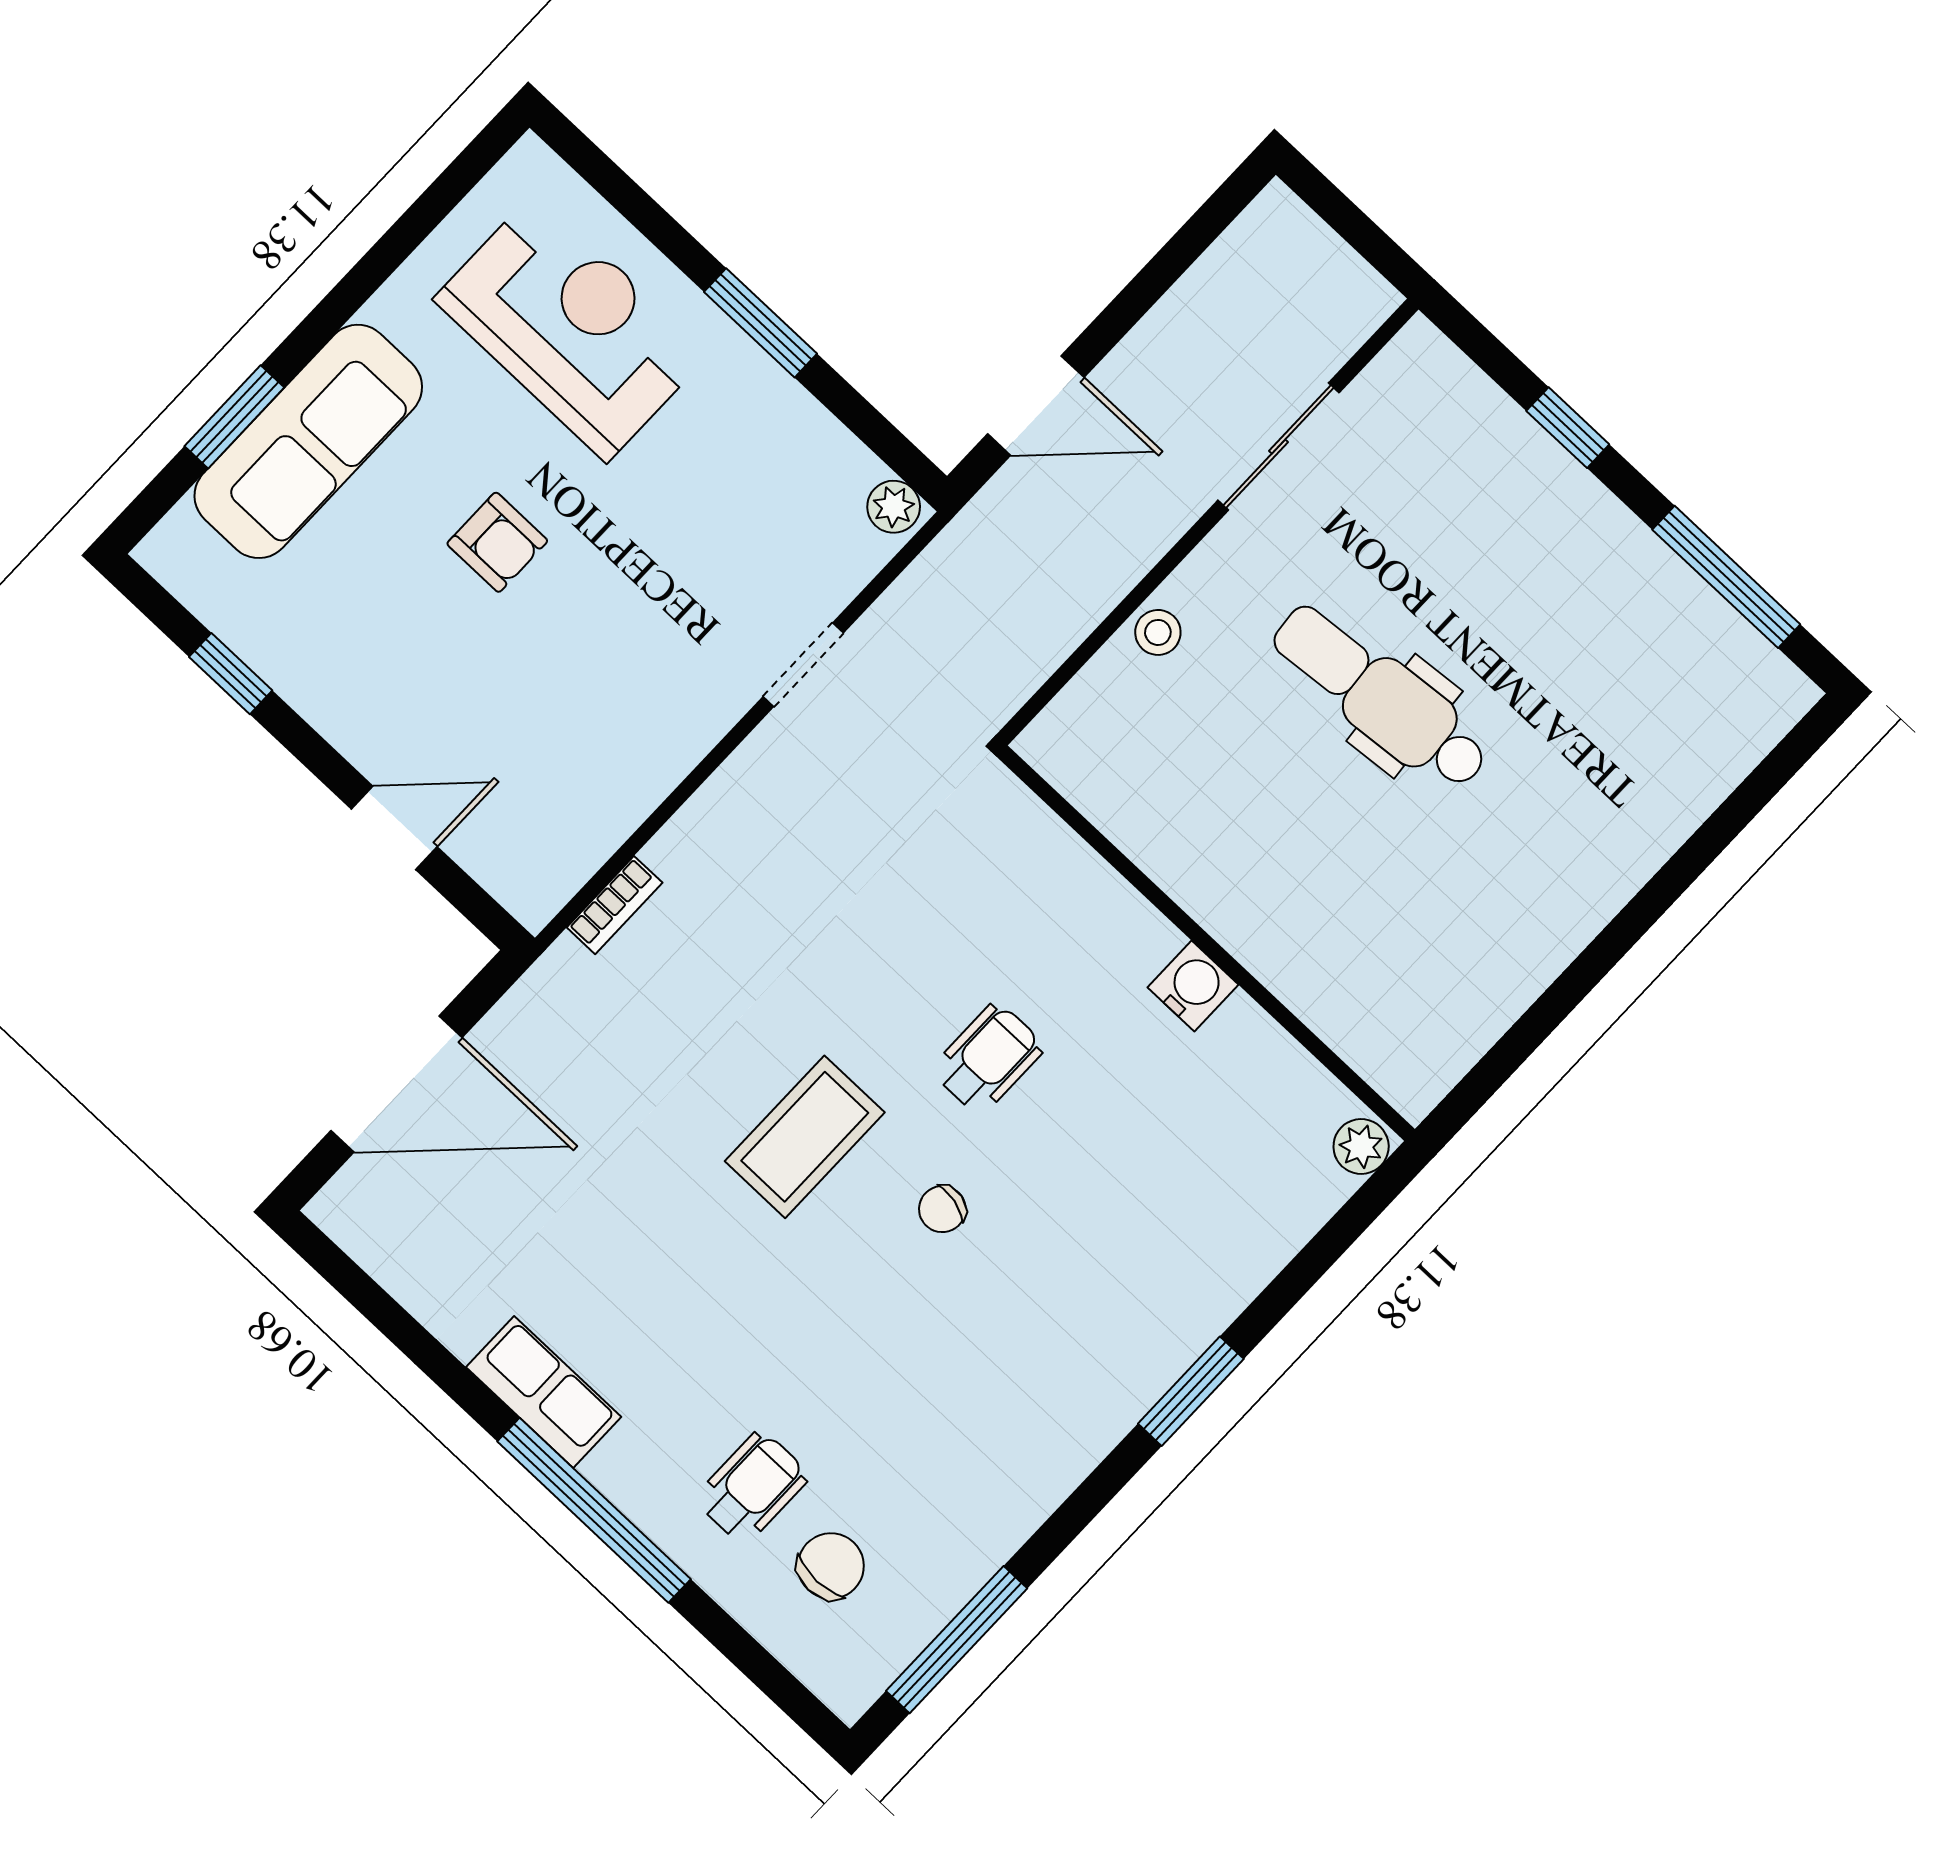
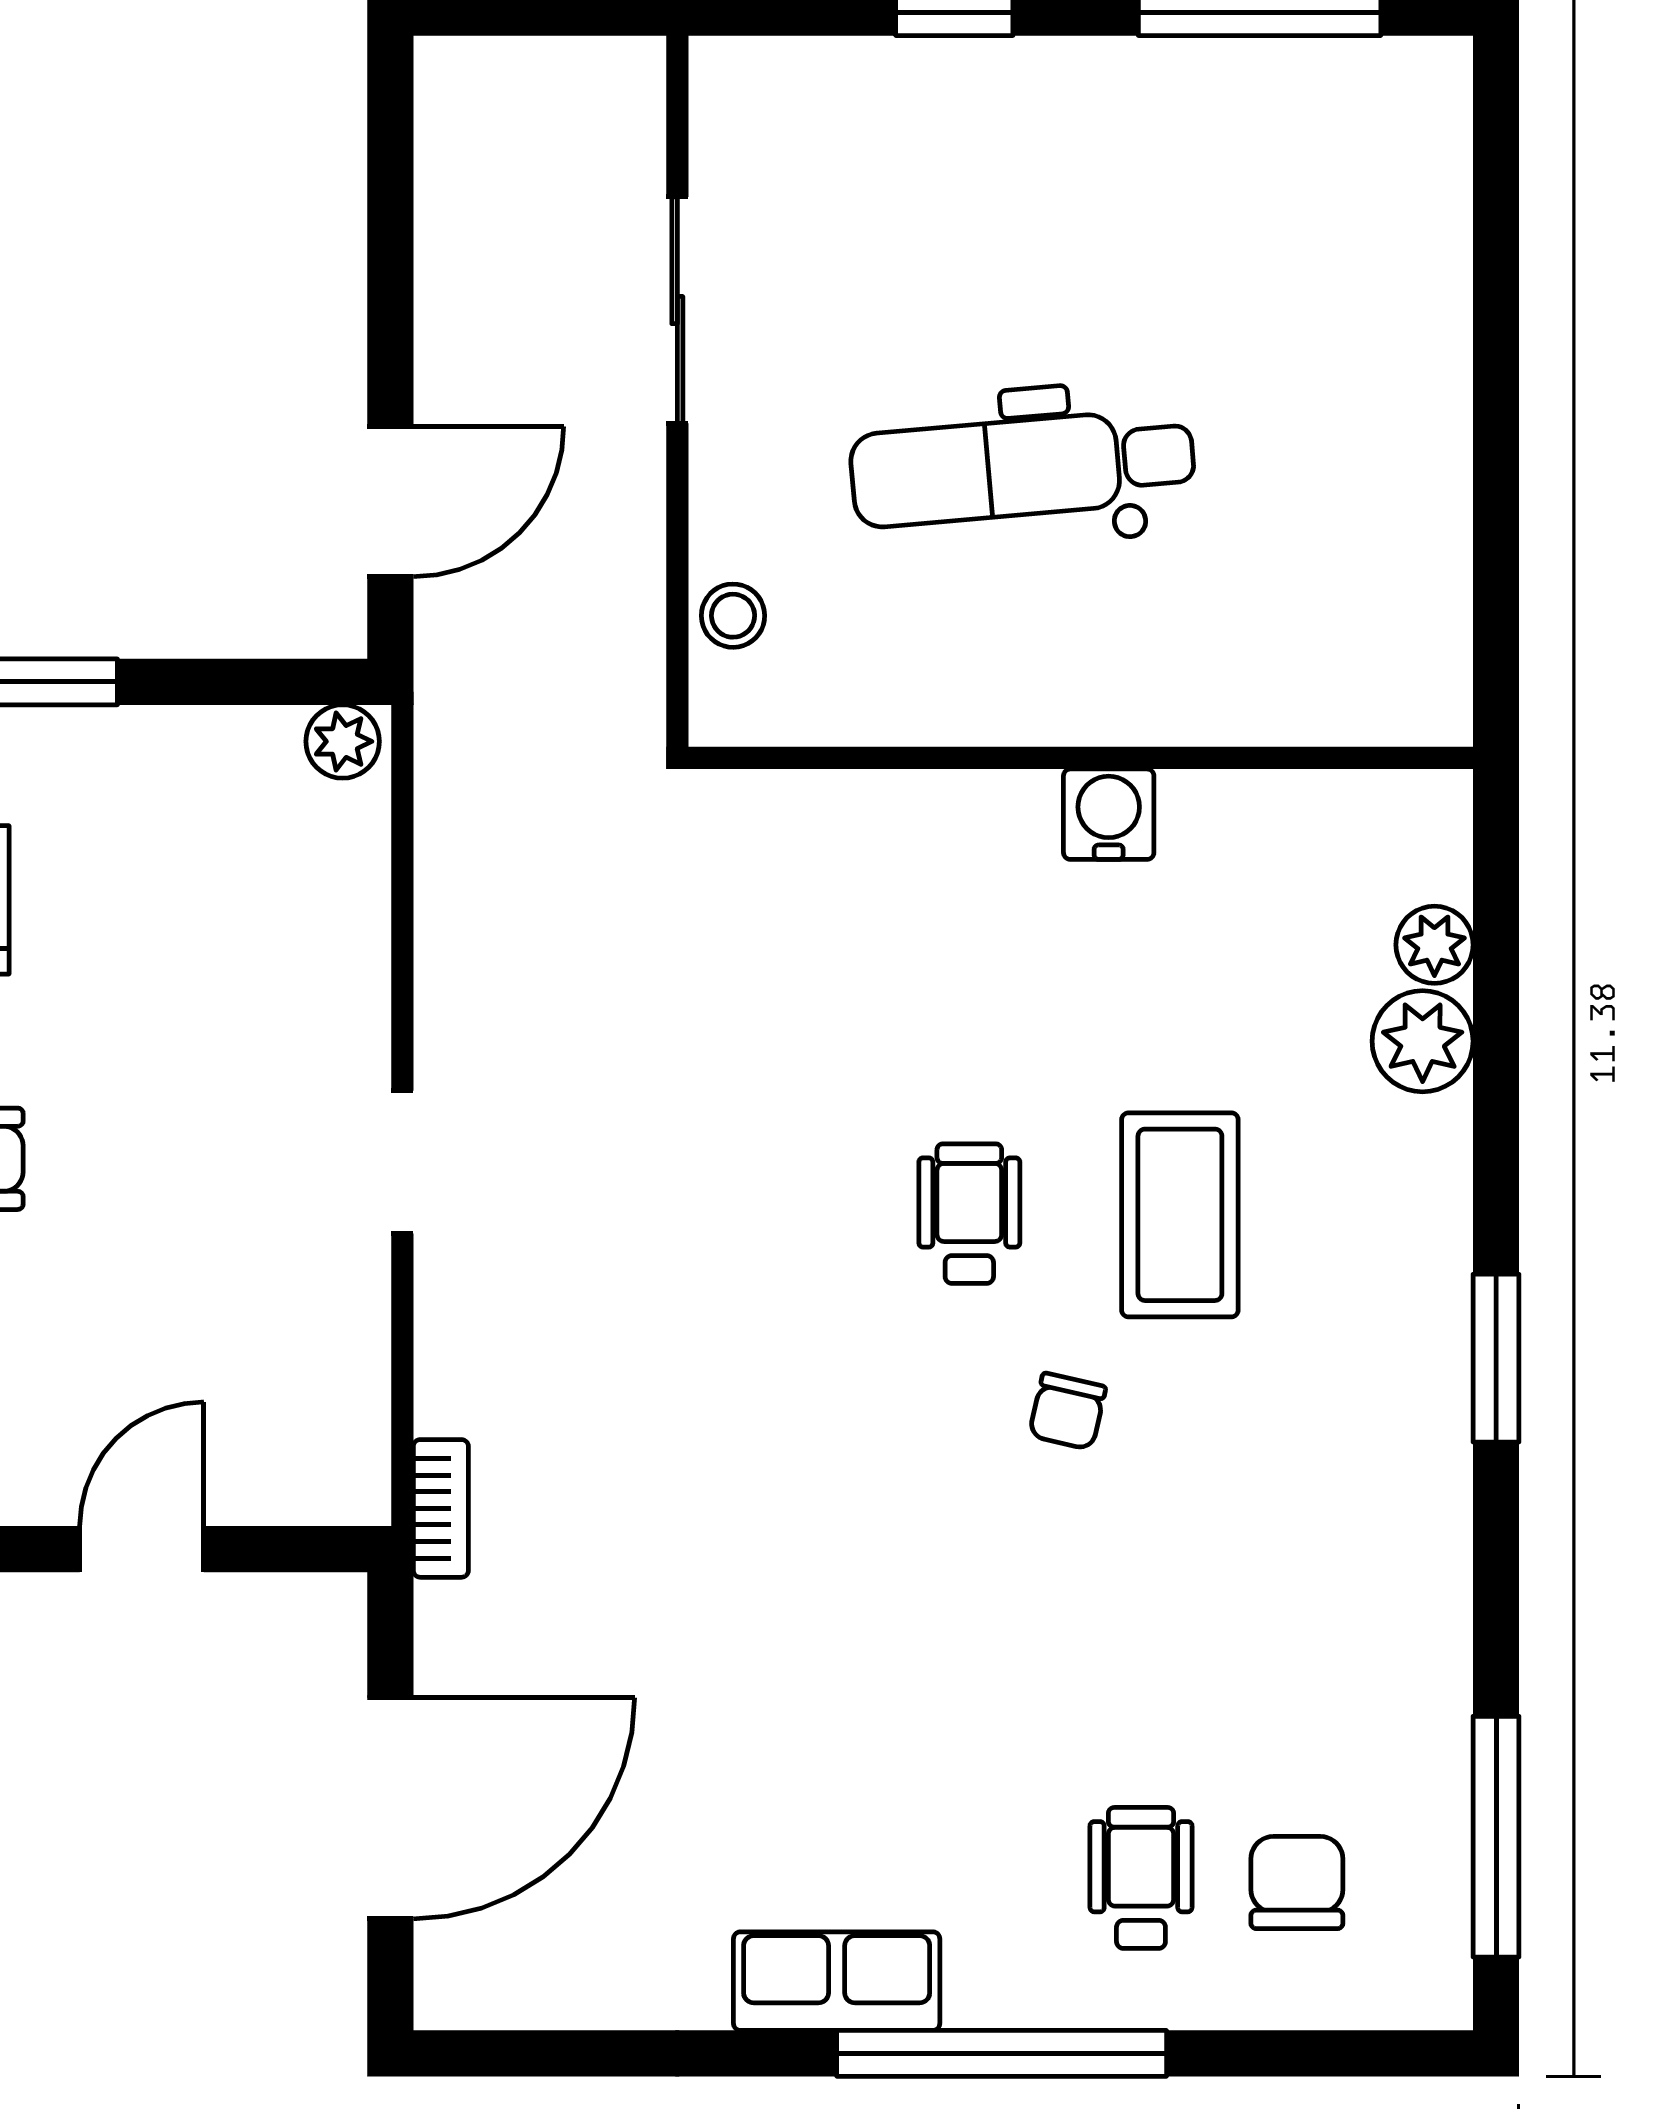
doorway: (803, 665) -> (402, 1162), moved
bookcase: (615, 905) -> (441, 1508), moved
wall: (1206, 943) -> (1081, 758), moved
water cooler: (1193, 986) -> (1109, 814), moved
coffee table: (805, 1137) -> (1180, 1215), moved
plant: (1308, 1191) -> (1423, 1041), added

